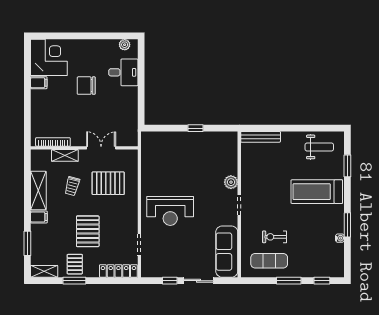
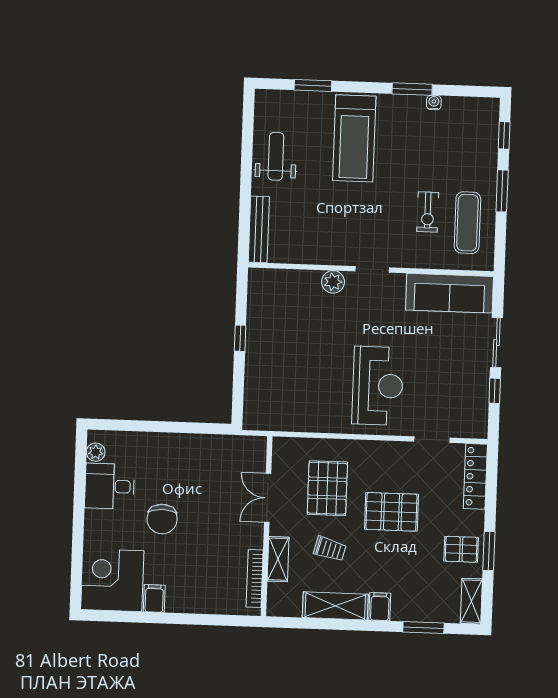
desk: (123, 72) -> (110, 486), moved, turned -90
weight bench: (319, 147) -> (276, 156), moved
pallet: (88, 231) -> (391, 512), moved

